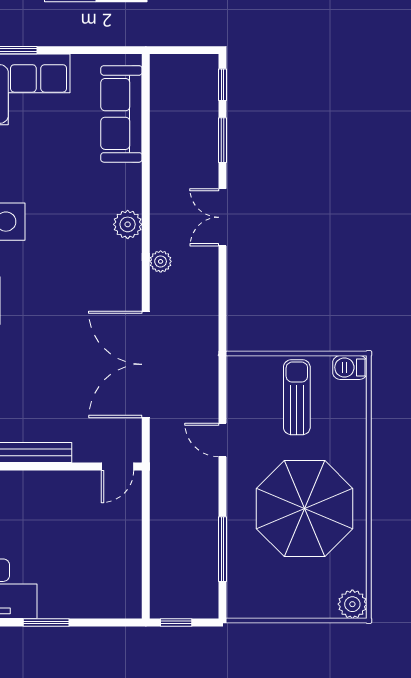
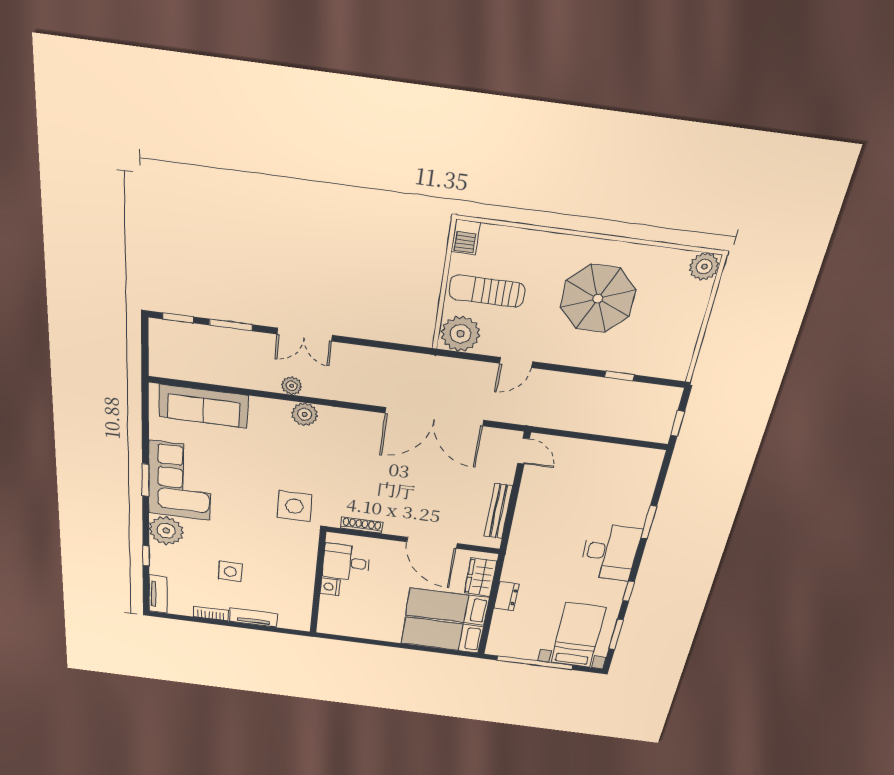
plant: (161, 261) -> (292, 386), moved
plant: (247, 378) -> (460, 334), added
parasol: (305, 509) -> (598, 299), width x0.73, depth x0.73
window: (222, 549) -> (619, 376), width x0.46

